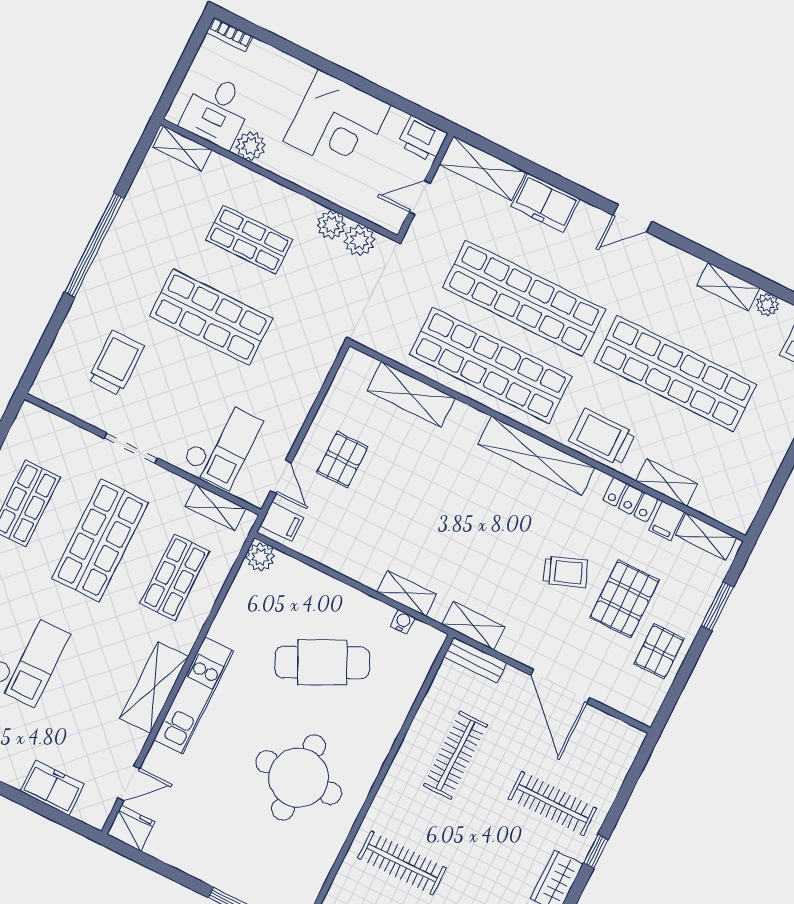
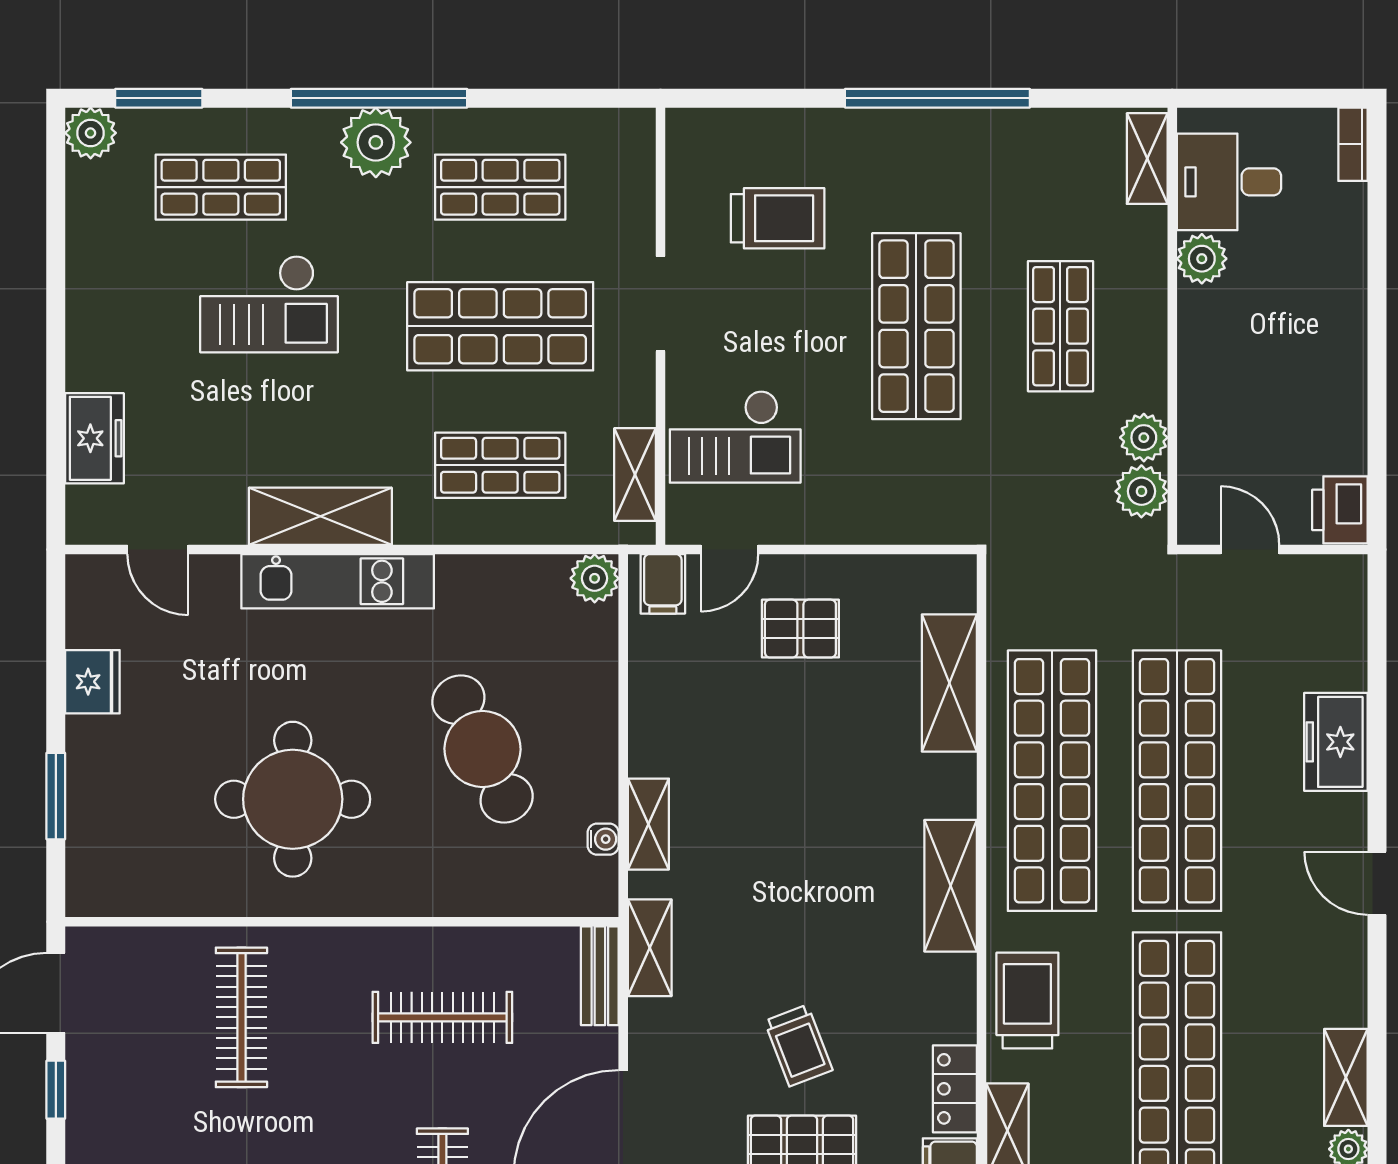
corner desk: (337, 123) -> (1300, 371), removed
shelving: (482, 168) -> (1341, 622), removed
shelving: (537, 456) -> (951, 886), width x0.68
fridge: (131, 828) -> (92, 682), moved

